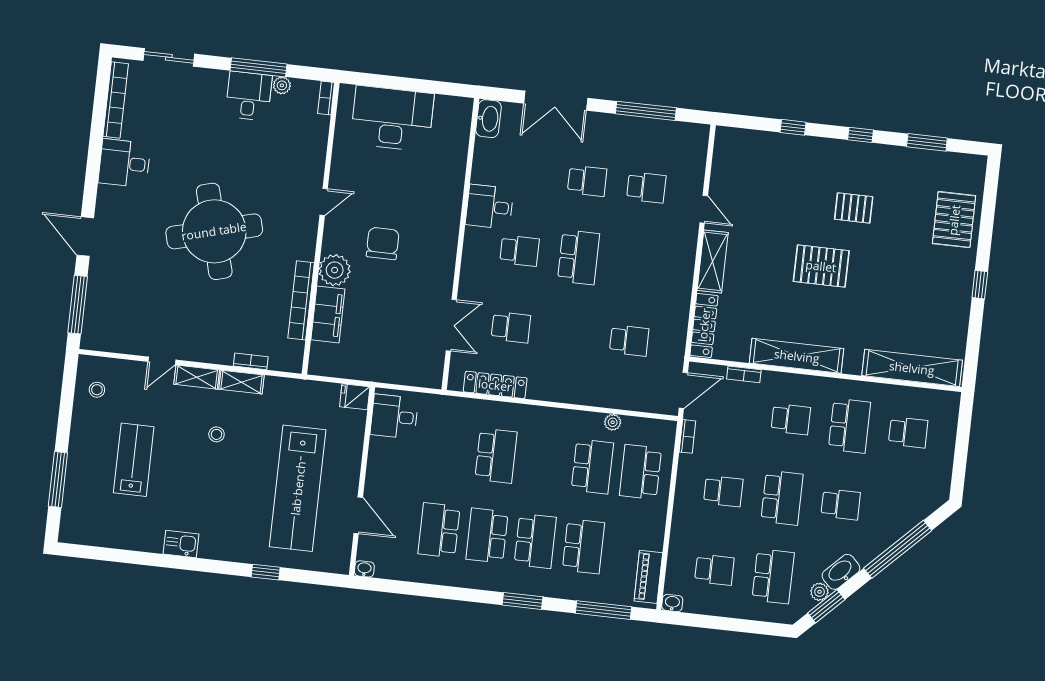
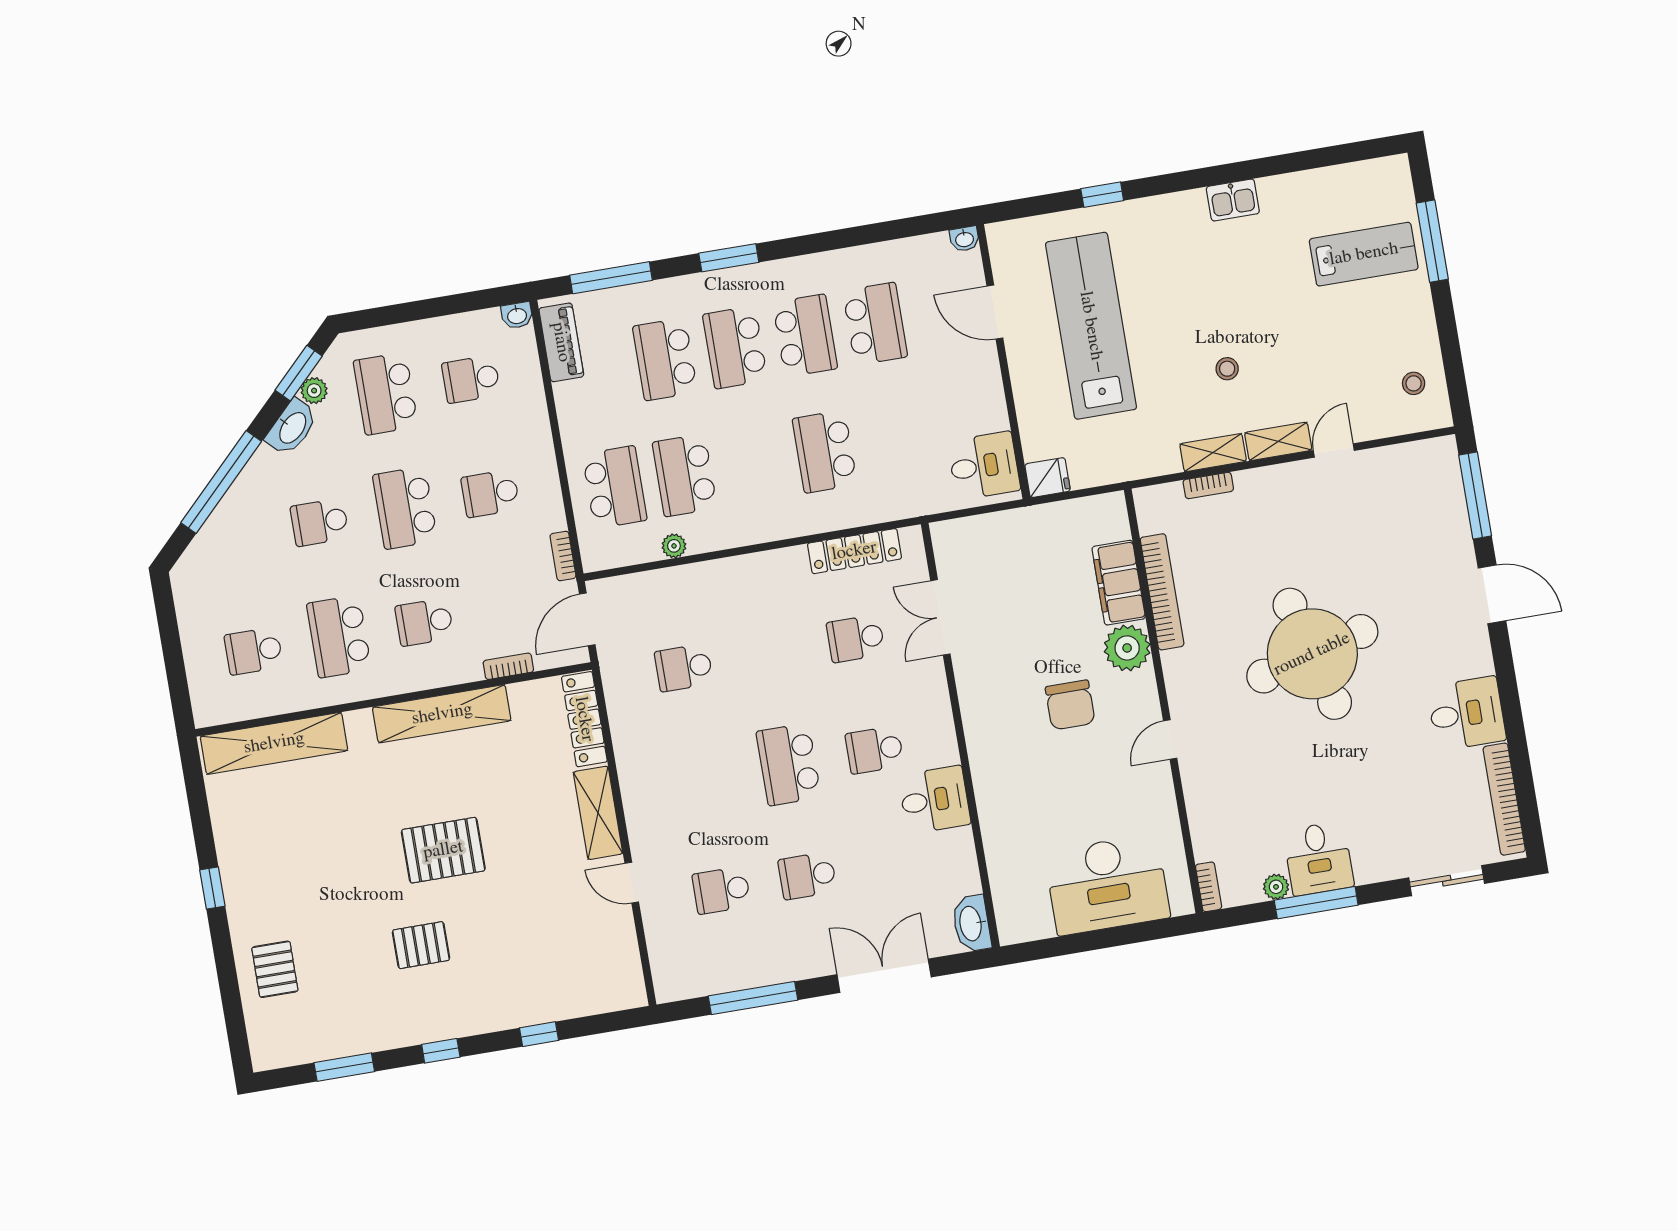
pallet: (954, 220) -> (275, 969), width x0.67, depth x0.71
lab bench: (134, 460) -> (1364, 254), moved, turned -90

